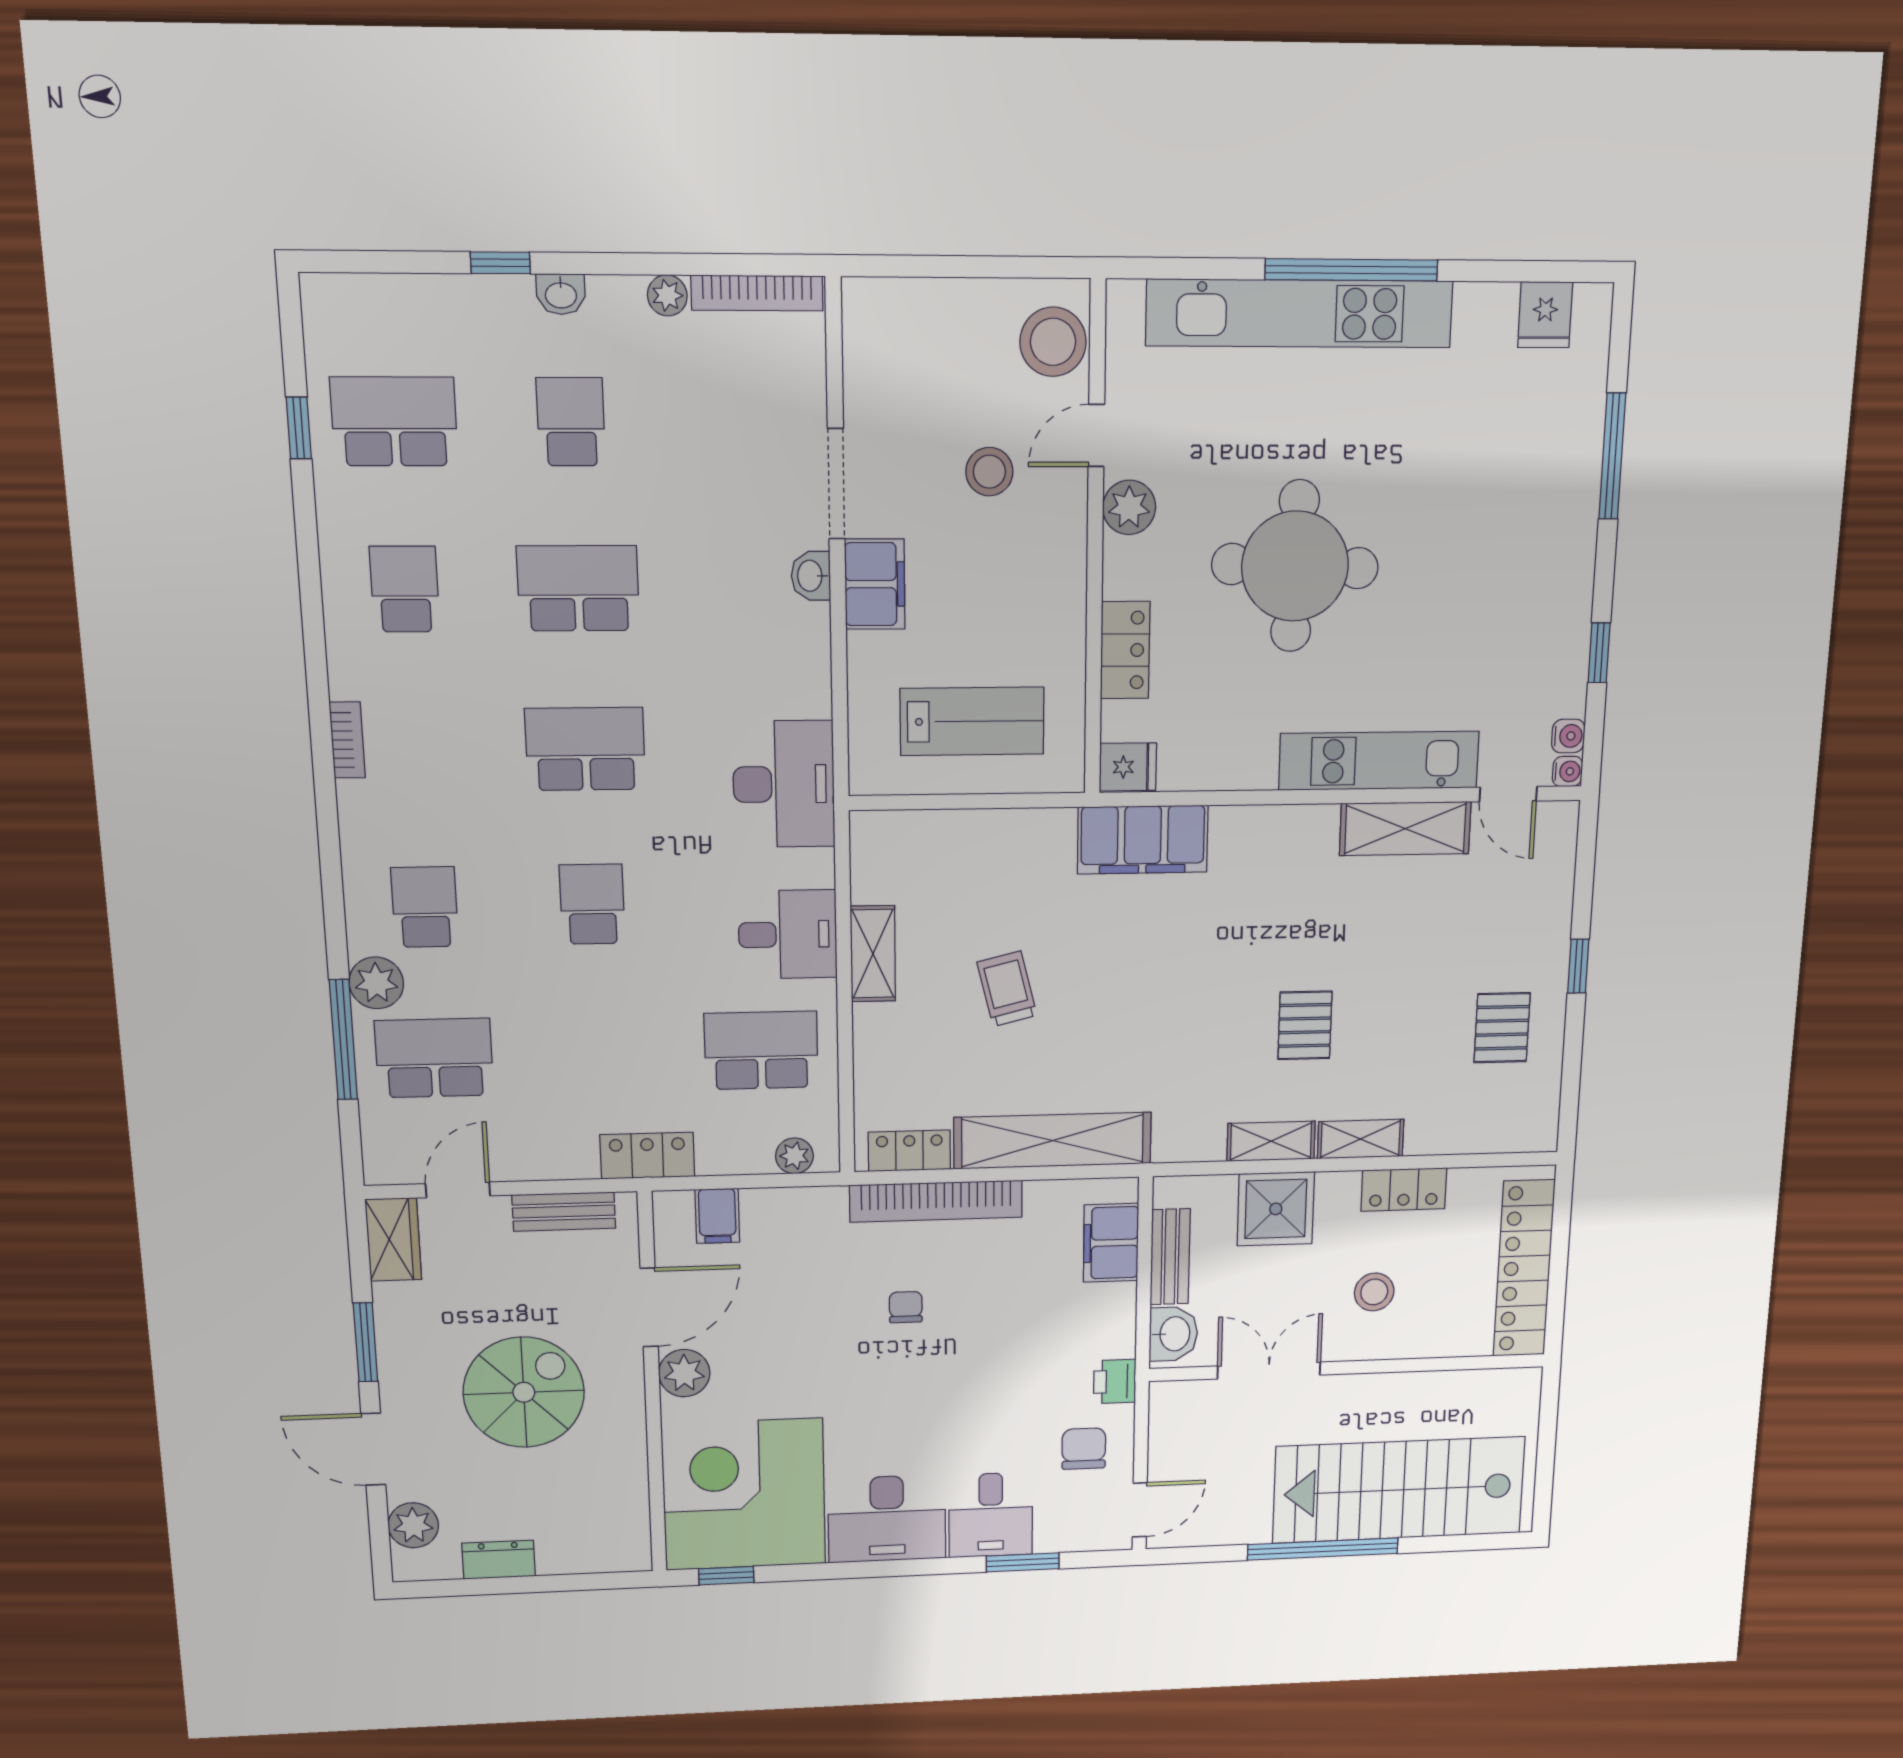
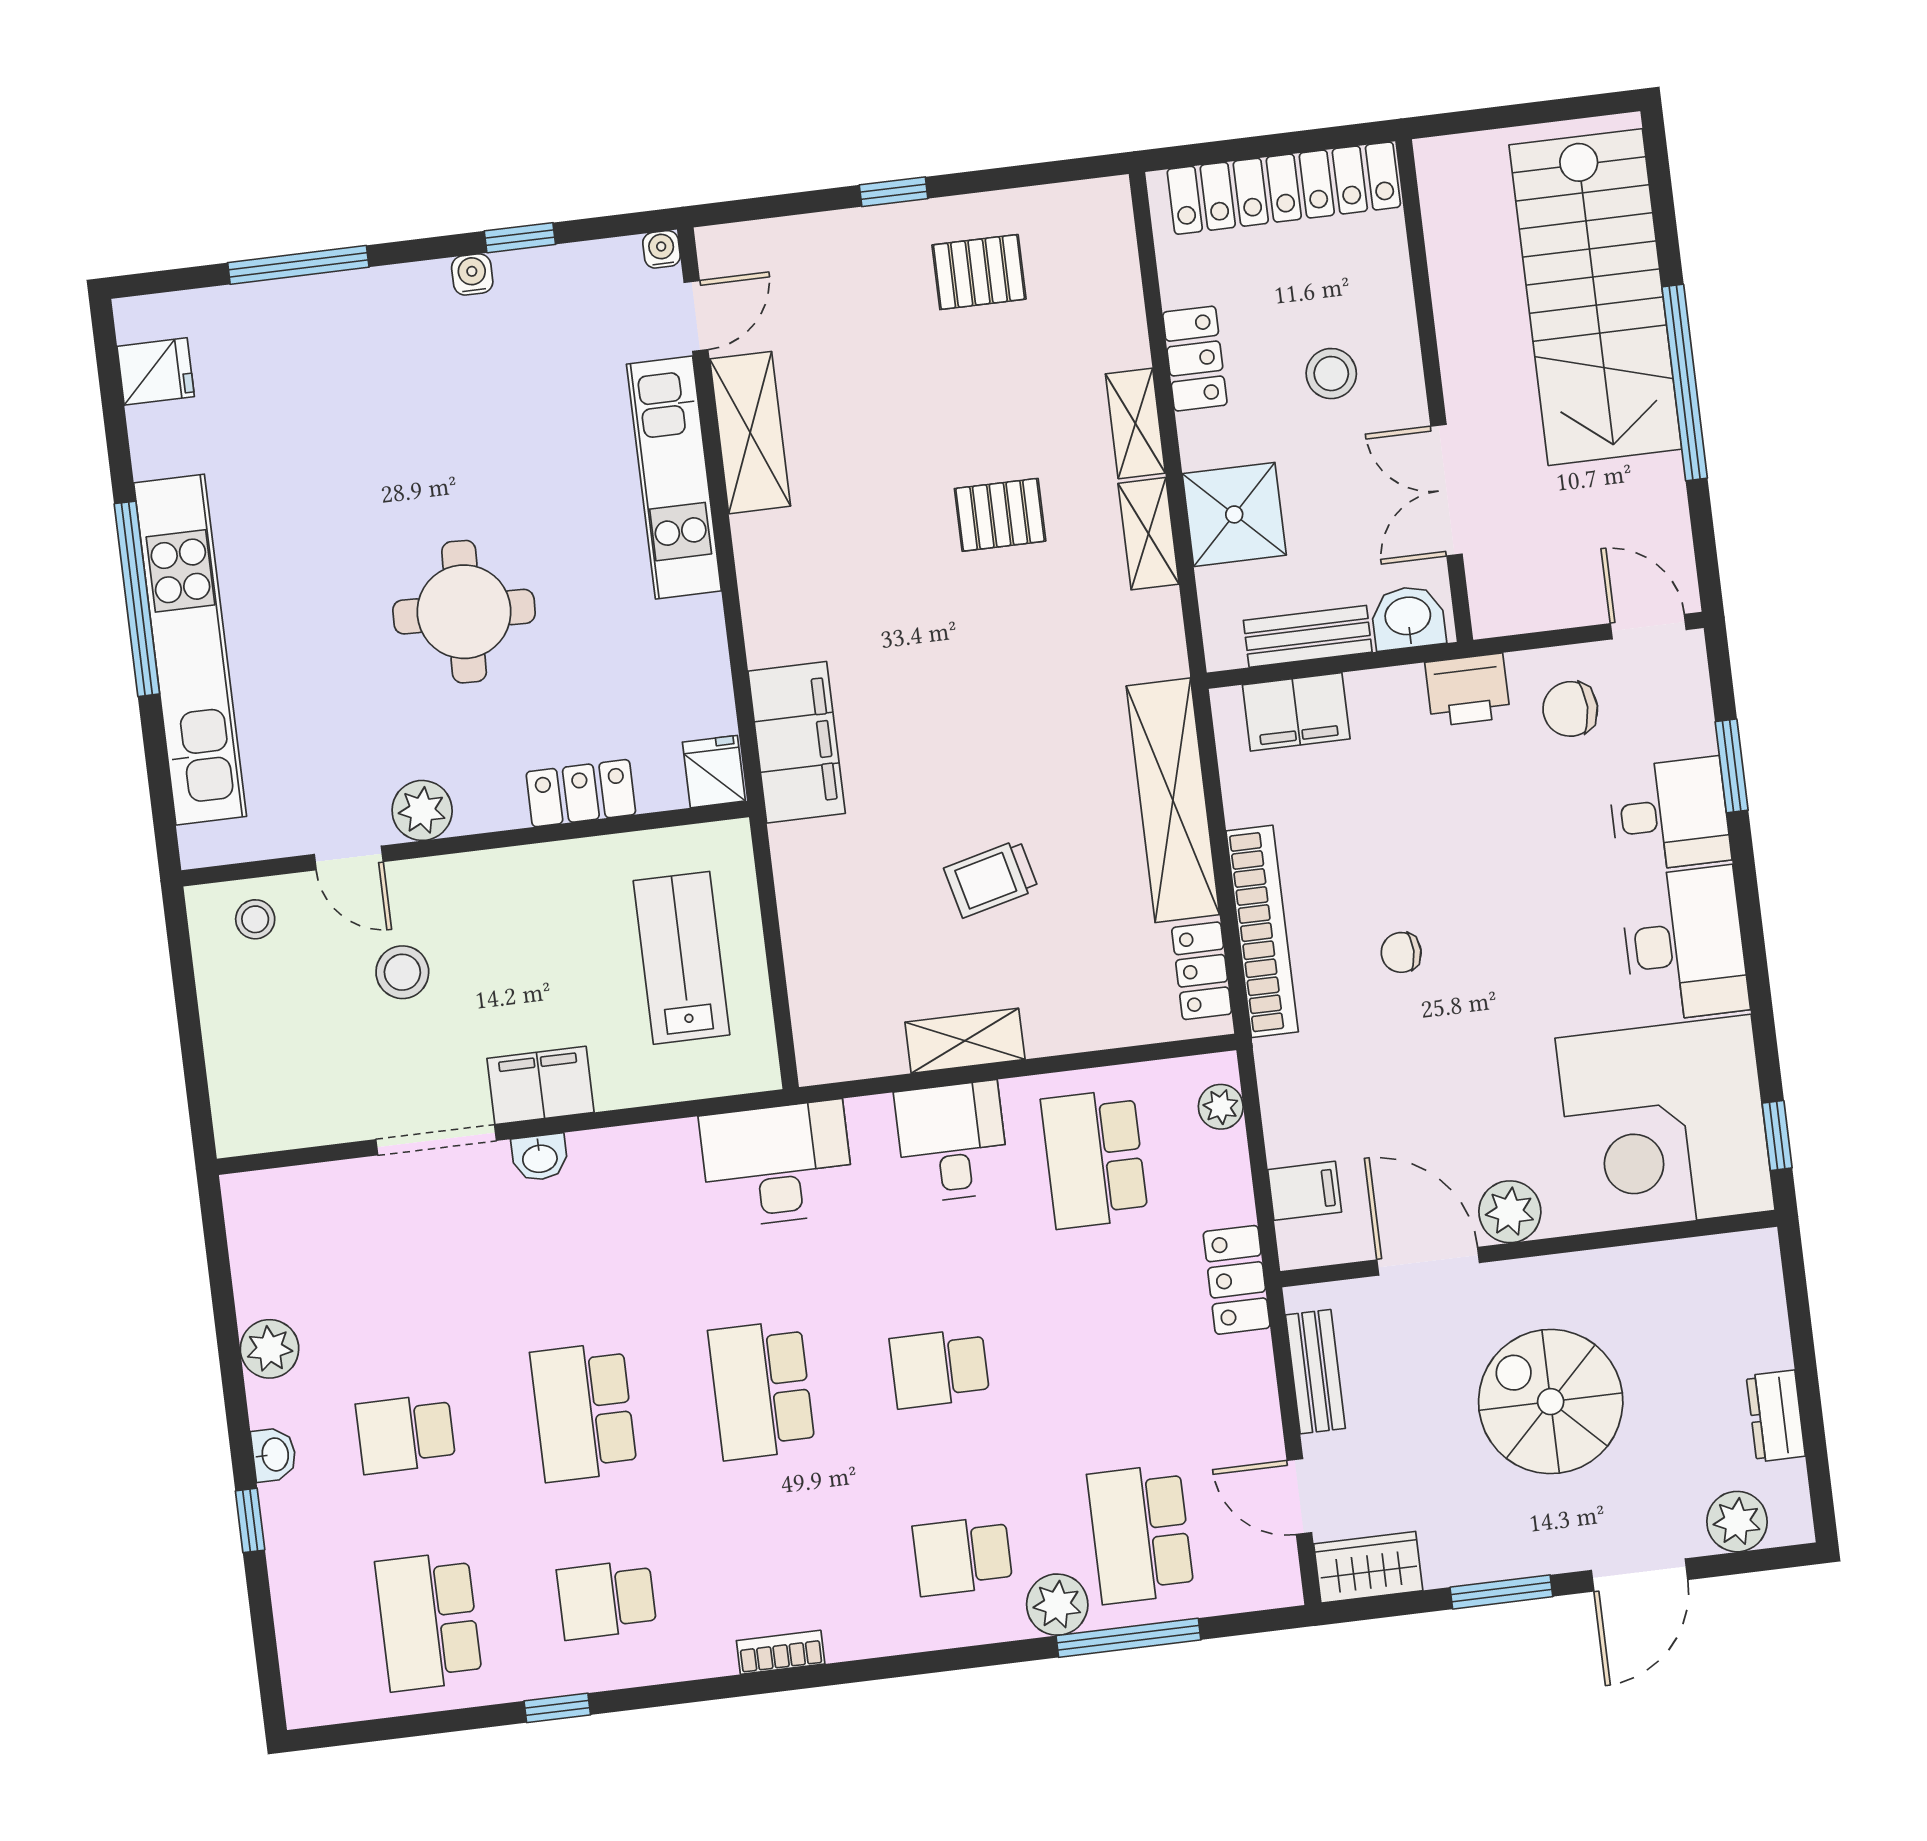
bookcase: (757, 293) -> (246, 1246), removed
plant: (667, 295) -> (270, 1349), width x1.38, depth x1.38
stool: (1053, 342) -> (255, 919), width x0.53, depth x0.53
window: (299, 428) -> (557, 1708), moved
round table: (1295, 566) -> (464, 612), width x0.73, depth x0.73
water cooler: (1568, 736) -> (472, 274), moved
printer: (1115, 1381) -> (1468, 690), width x1.36, depth x1.24

